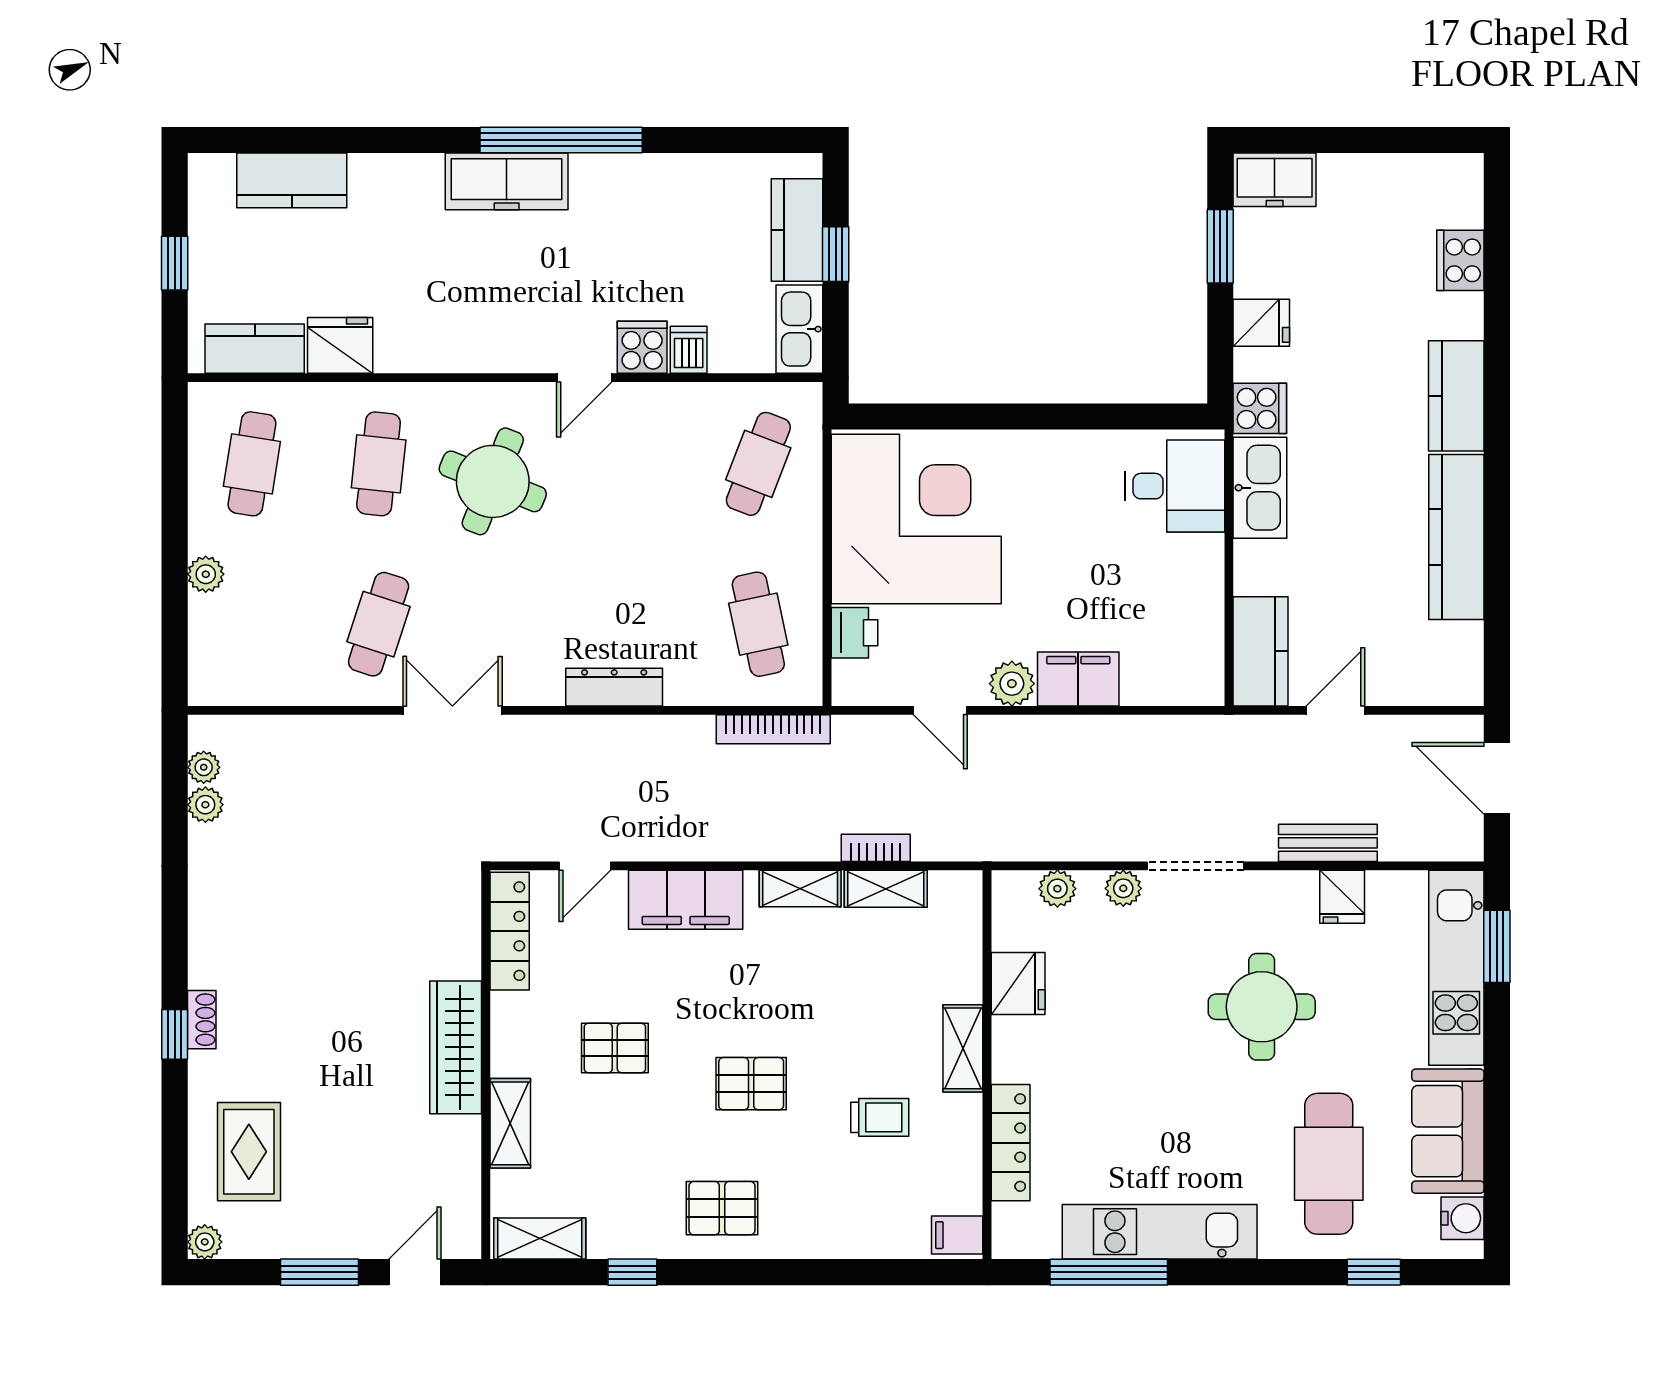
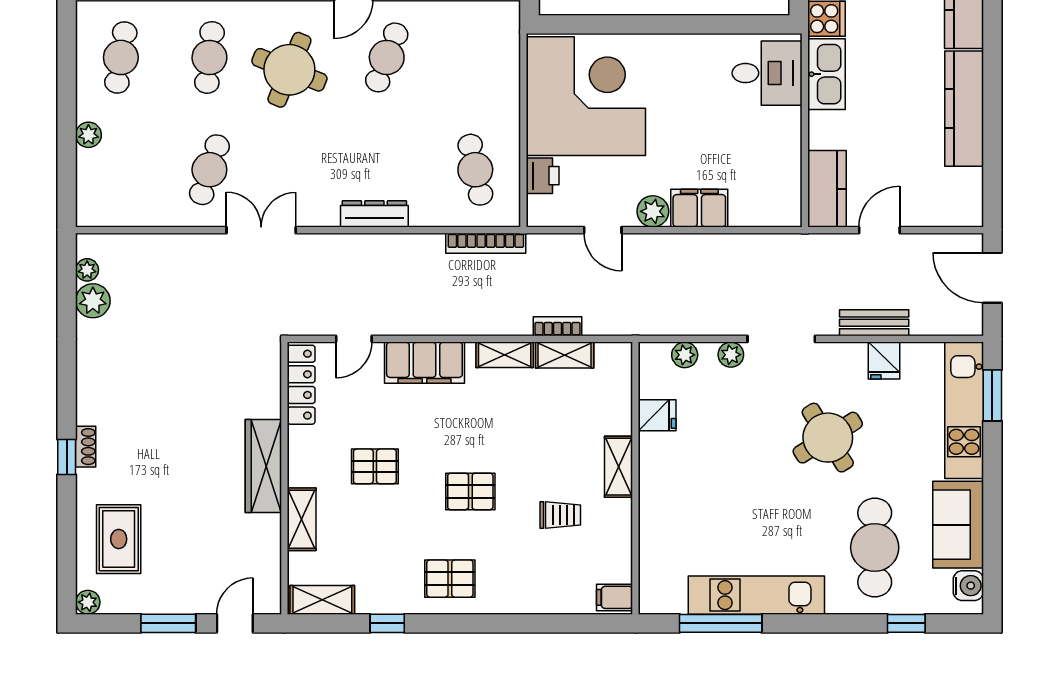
cafe table: (758, 464) -> (387, 57), moved
plant: (205, 805) -> (93, 301), width x1.38, depth x1.38
fridge: (1018, 983) -> (657, 415), width x0.72
round table: (1262, 1007) -> (828, 438), turned -32
locker: (1011, 1143) -> (652, 533), removed

